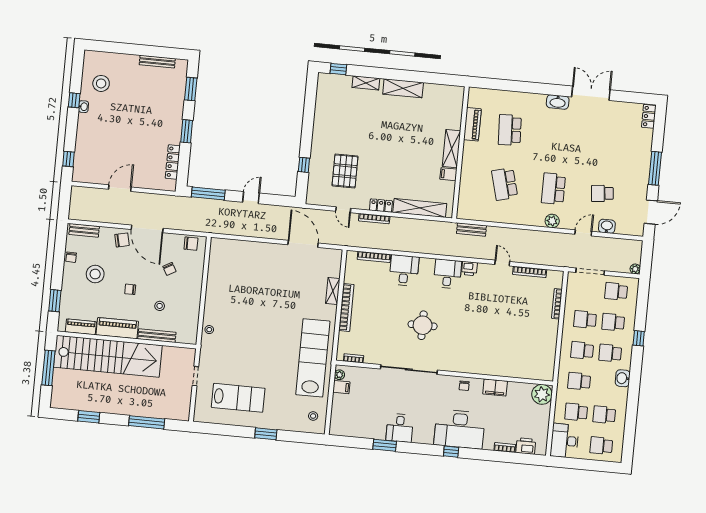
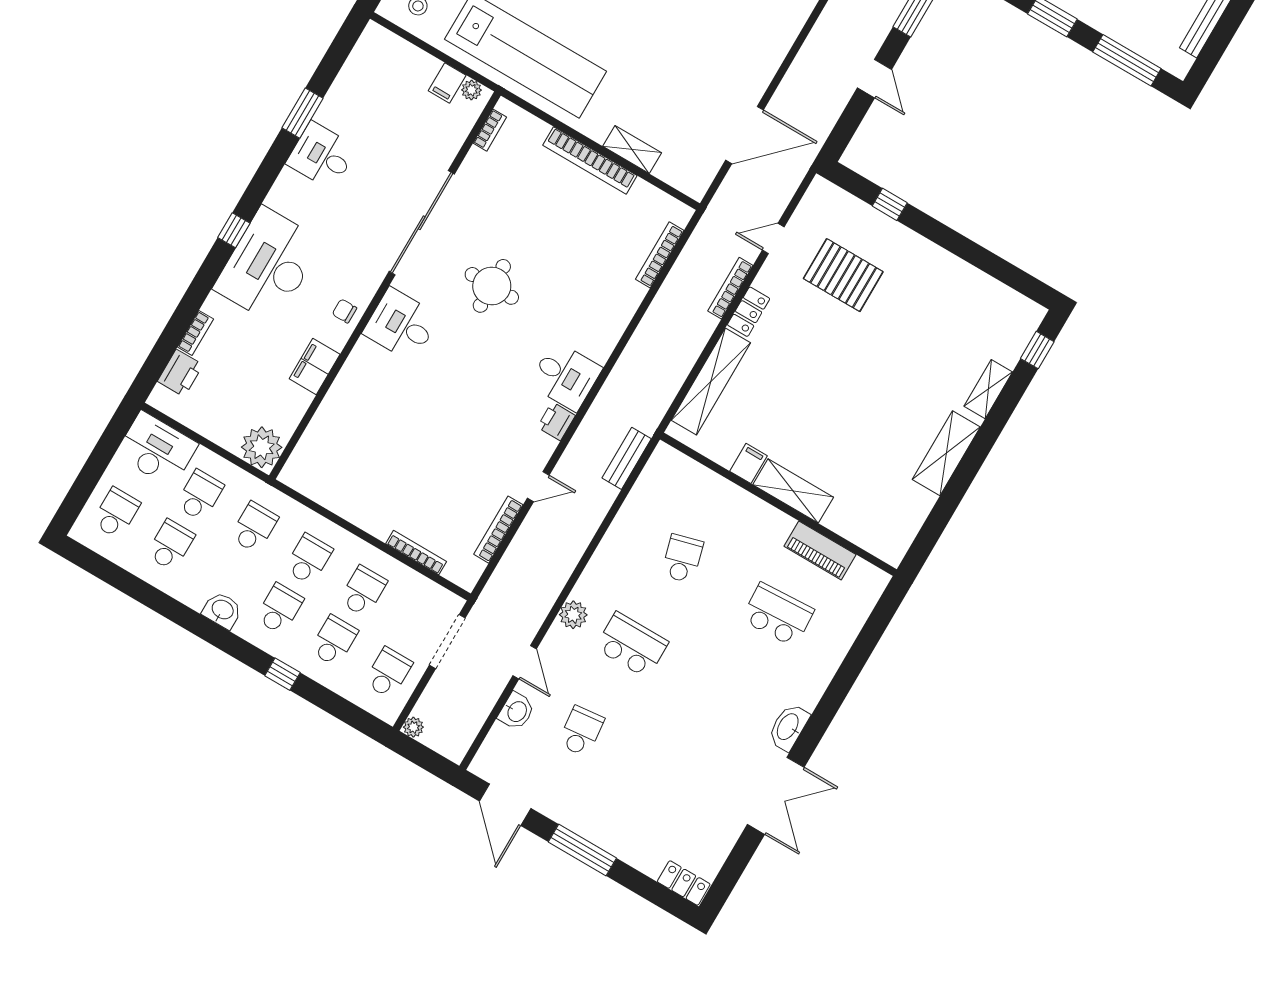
window: (191, 89) -> (1127, 60), width x1.44
school desk: (505, 184) -> (682, 559), width x0.54
desk: (404, 270) -> (401, 325), moved, turned 180

